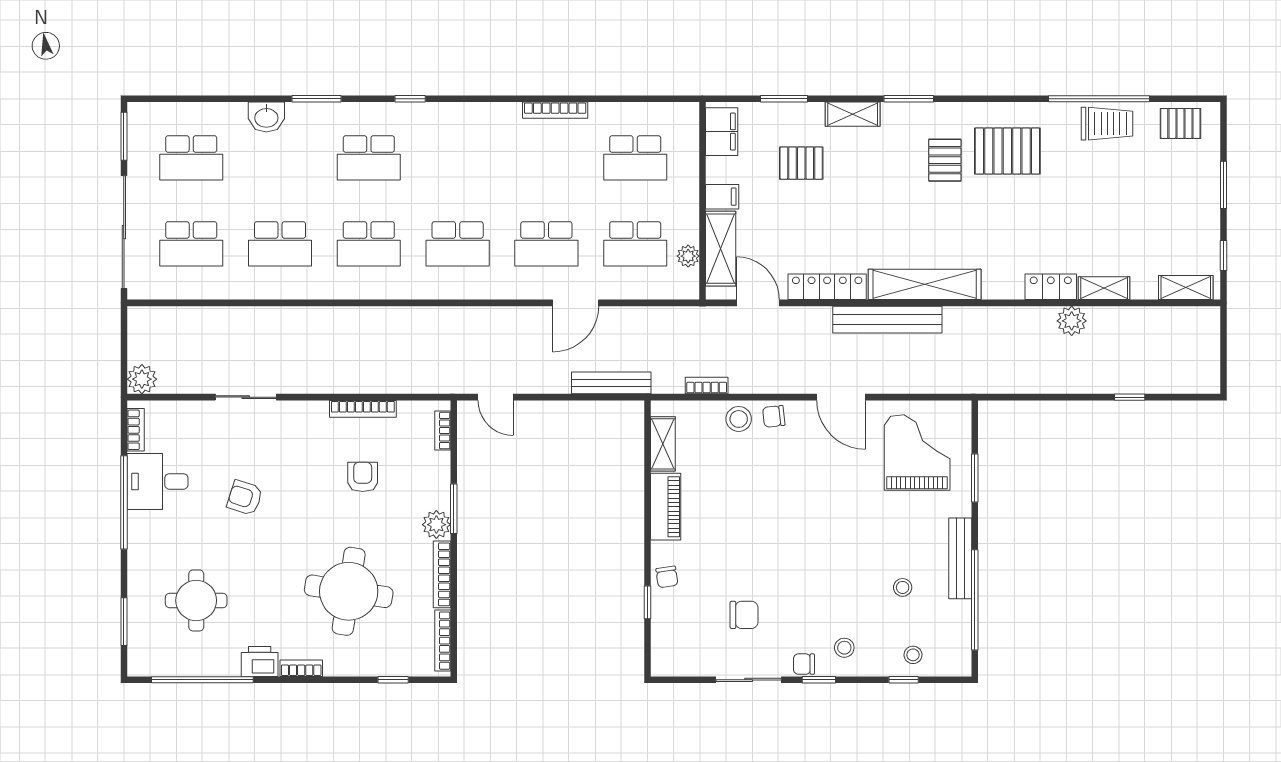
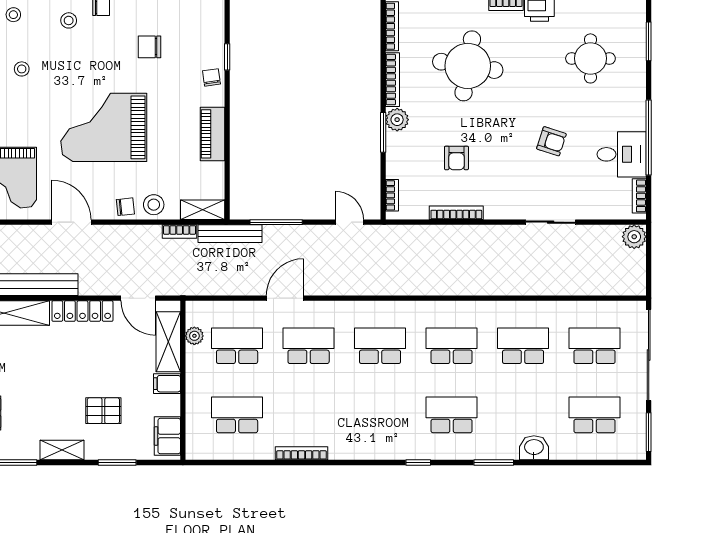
bench: (611, 383) -> (230, 234), moved
window: (587, 397) -> (276, 222), added
shelving: (663, 444) -> (203, 210), moved, turned 90
grand piano: (801, 515) -> (104, 127), added

